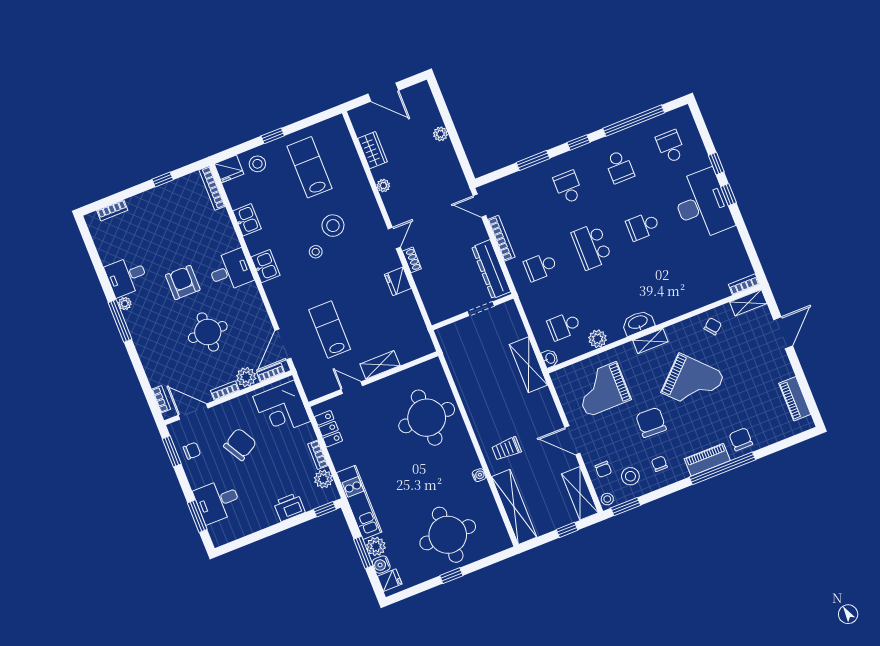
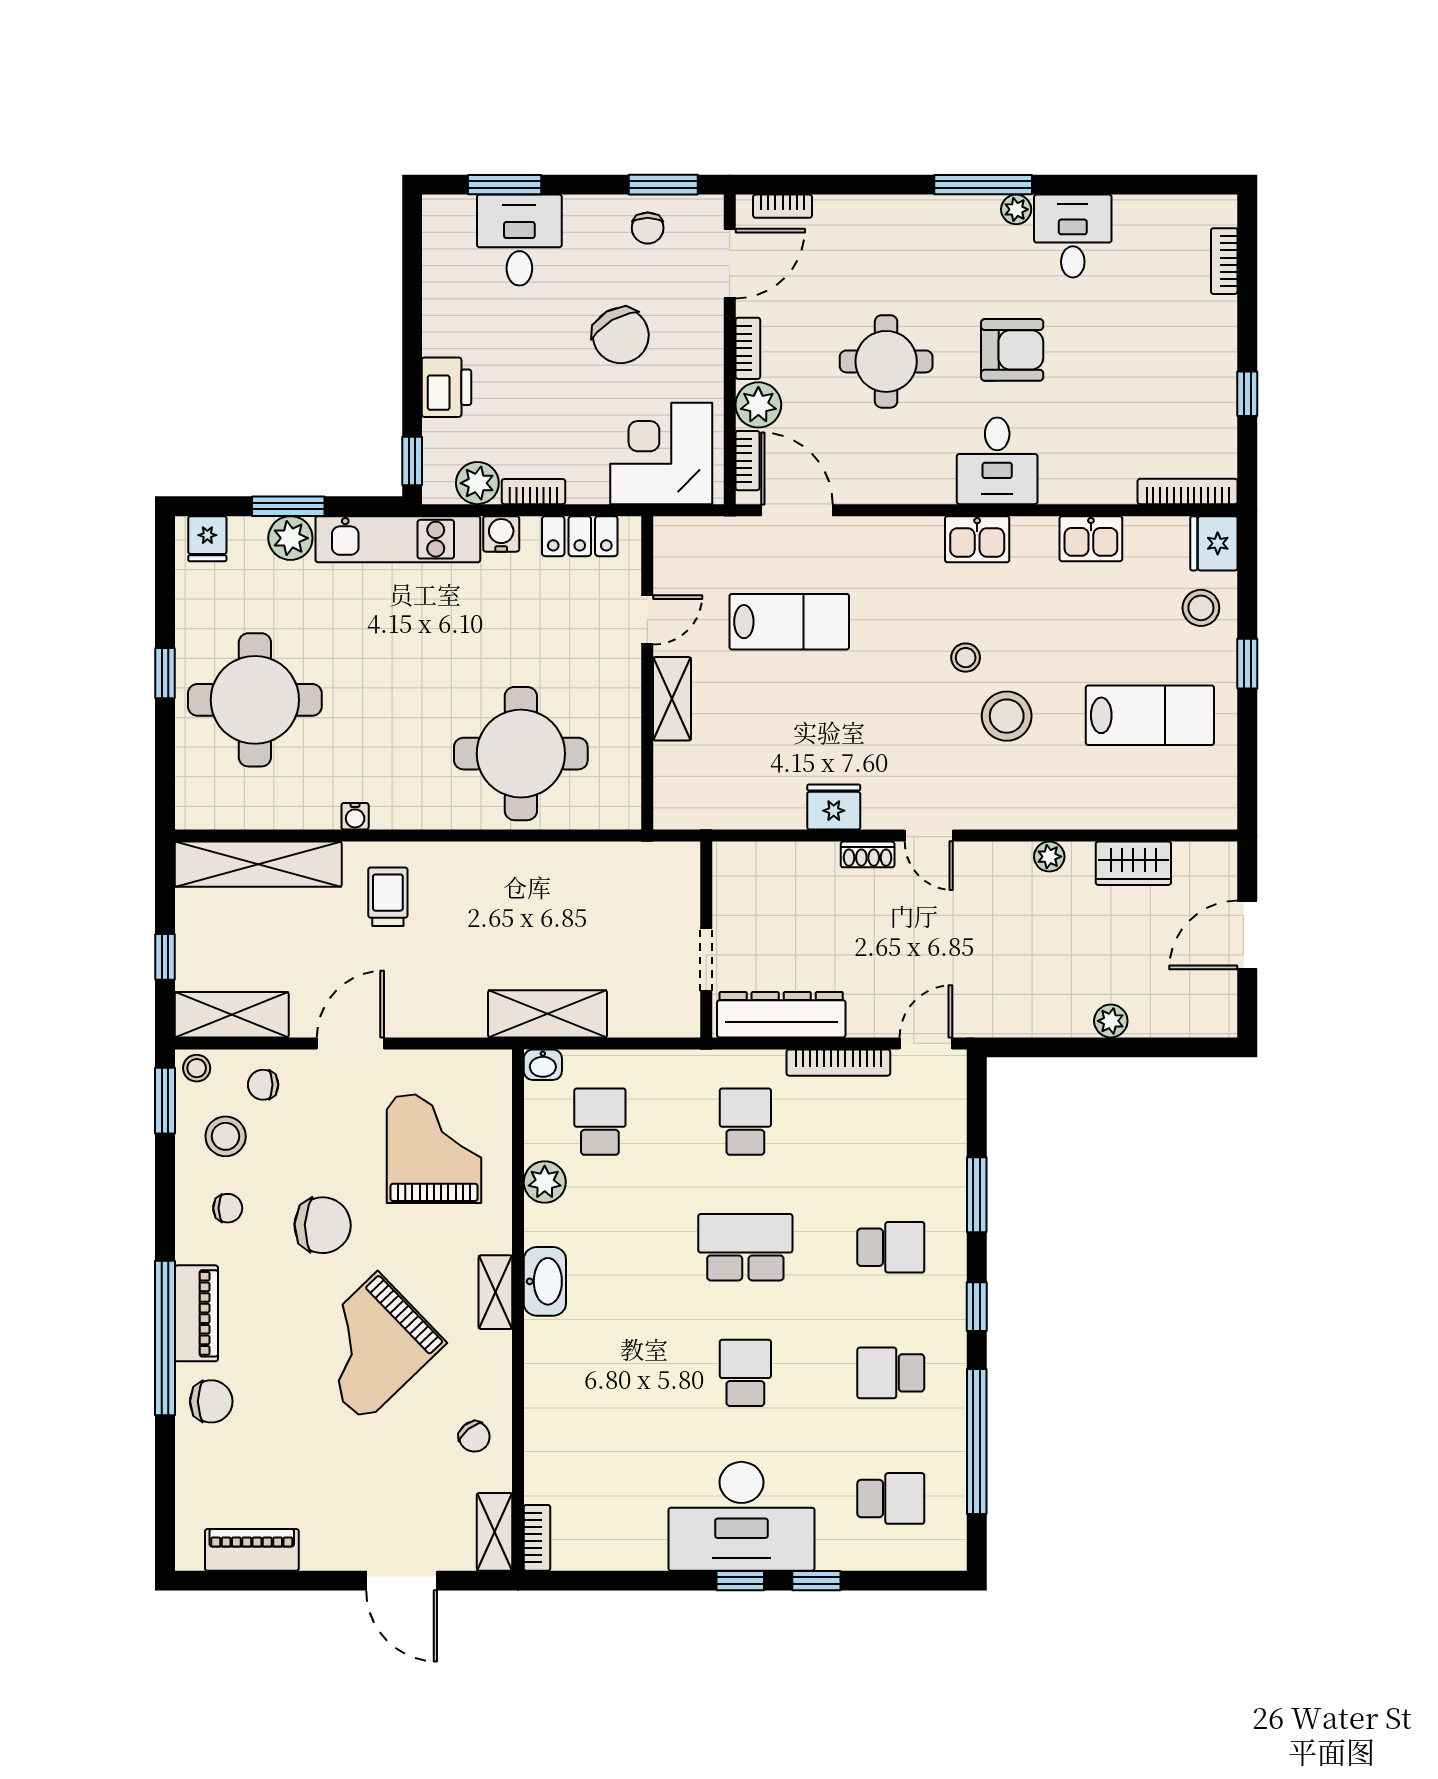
water cooler: (381, 565) -> (501, 534), moved

